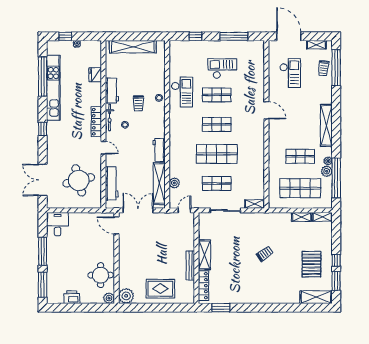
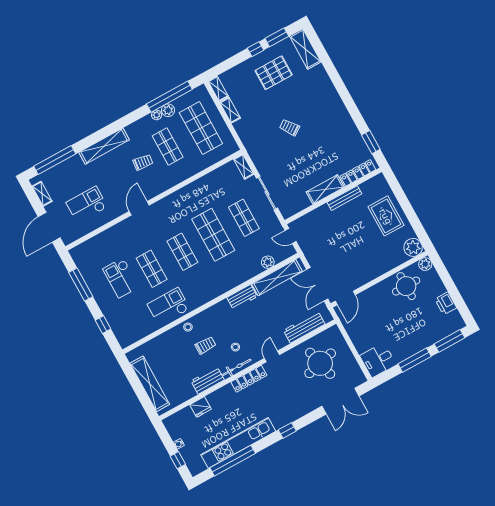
trolley: (324, 68) -> (143, 162), moved
shelving: (326, 125) -> (104, 146), moved

